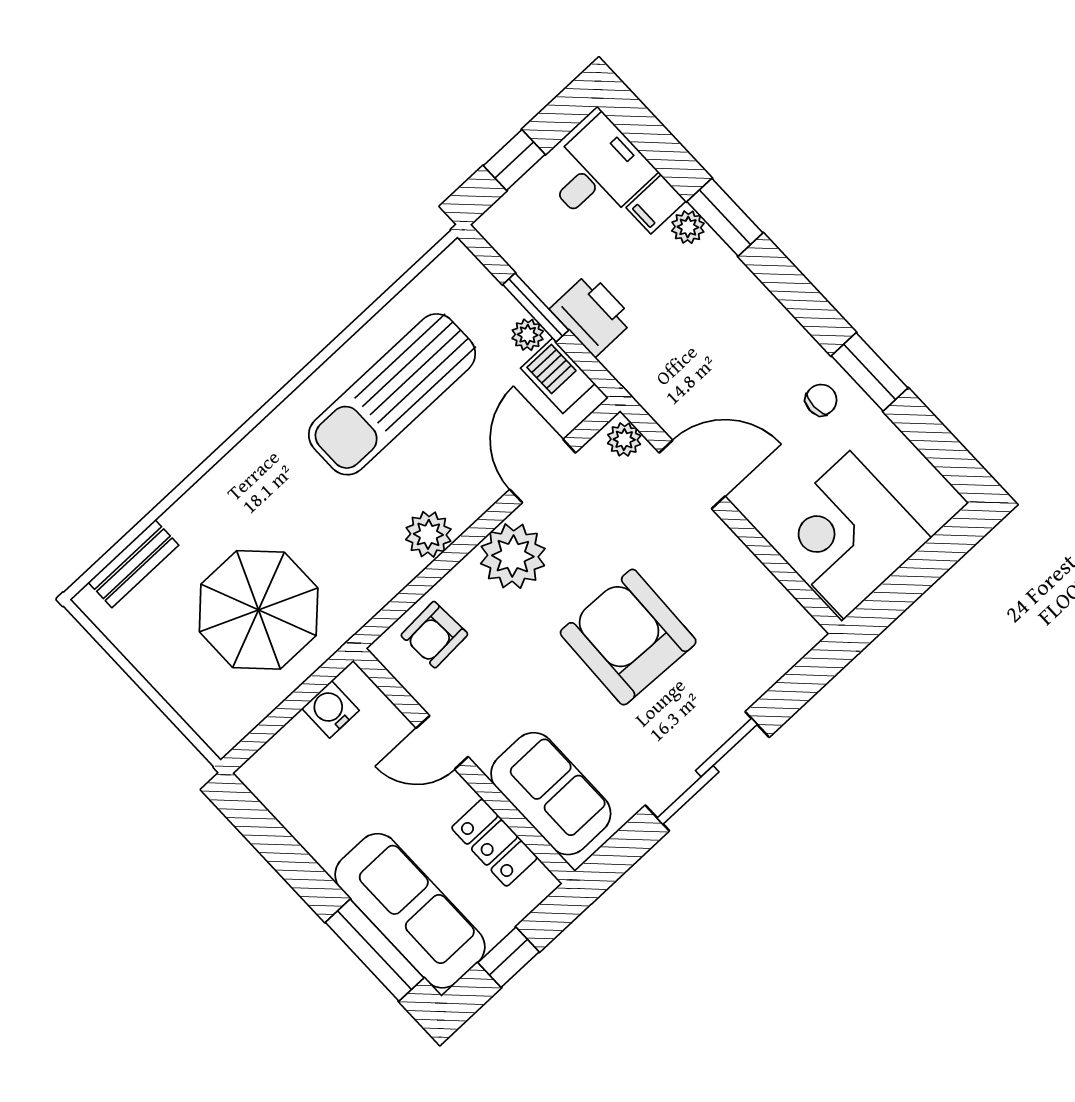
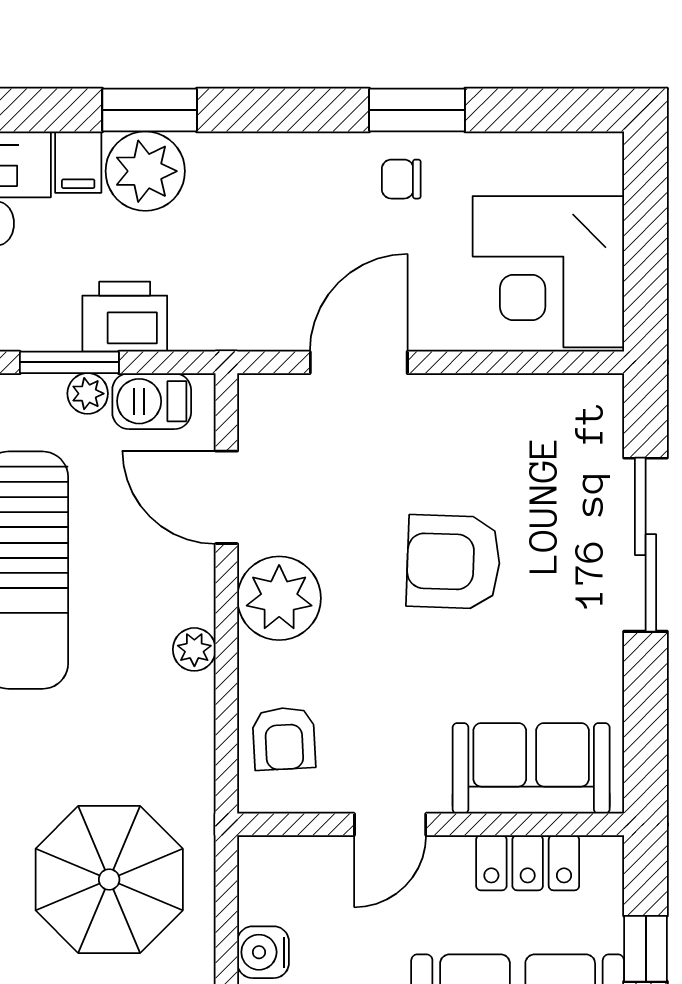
plant: (688, 227) -> (145, 171), width x1.87, depth x1.87
chair: (821, 400) -> (401, 179), turned -90
plant: (624, 439) -> (268, 395), removed
plant: (428, 534) -> (194, 649), width x0.73, depth x0.73
armchair: (628, 637) -> (453, 562), width x0.73, depth x0.73
water cooler: (330, 709) -> (263, 952), moved
sliding door: (707, 771) -> (646, 545), moved

